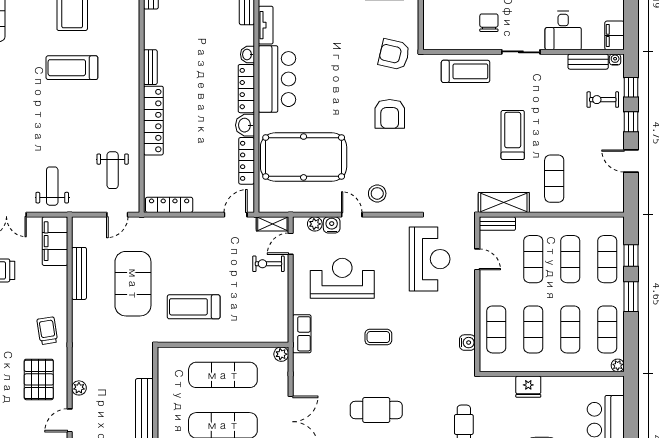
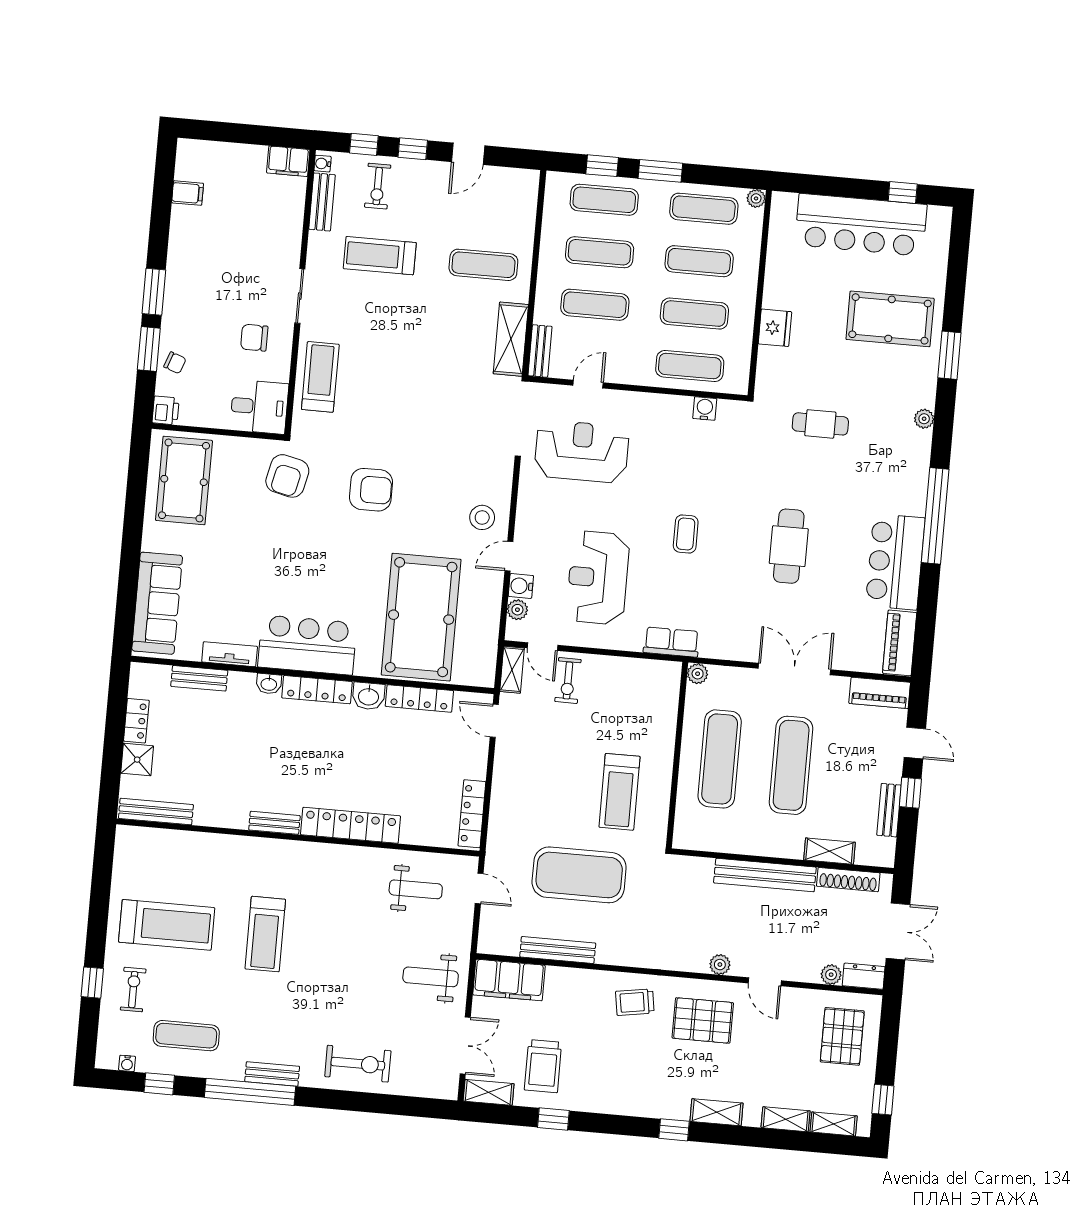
desk: (563, 30) -> (259, 407), moved
treadmill: (513, 135) -> (380, 256), moved

